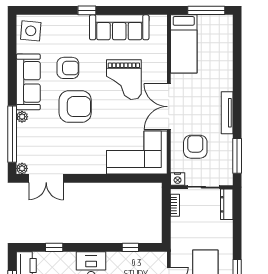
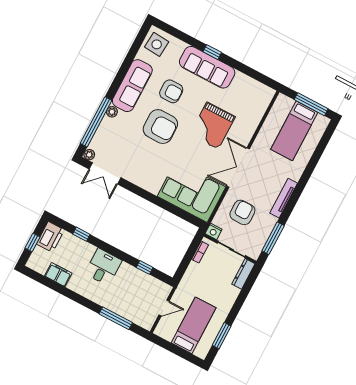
sofa: (119, 27) -> (207, 67), moved
bed: (184, 44) -> (294, 131), moved

